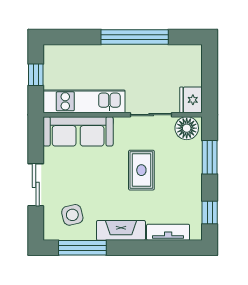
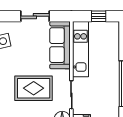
rug: (141, 170) -> (34, 88), width x1.36, depth x1.43
sliding door: (36, 185) -> (35, 16), moved

